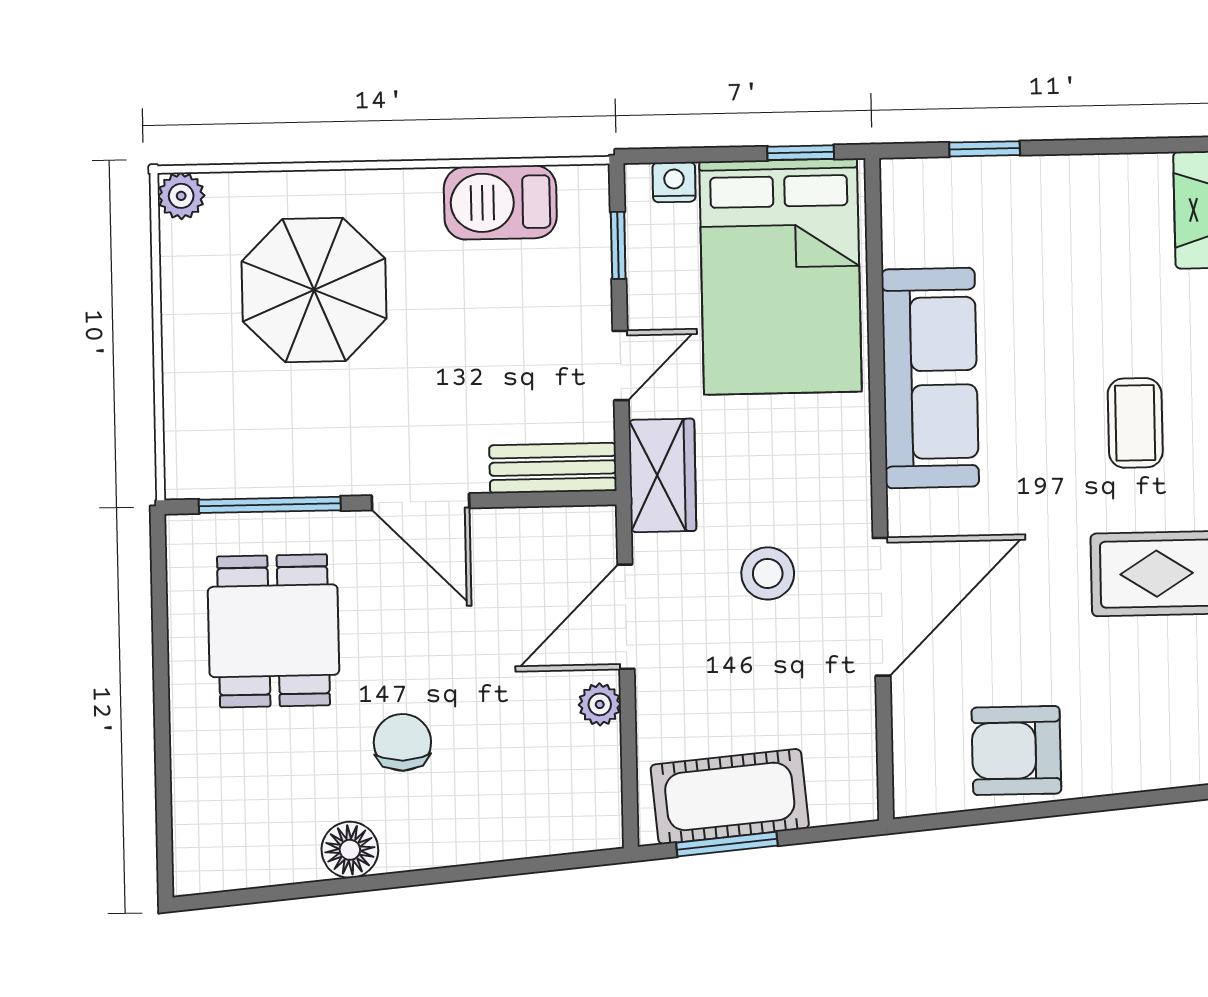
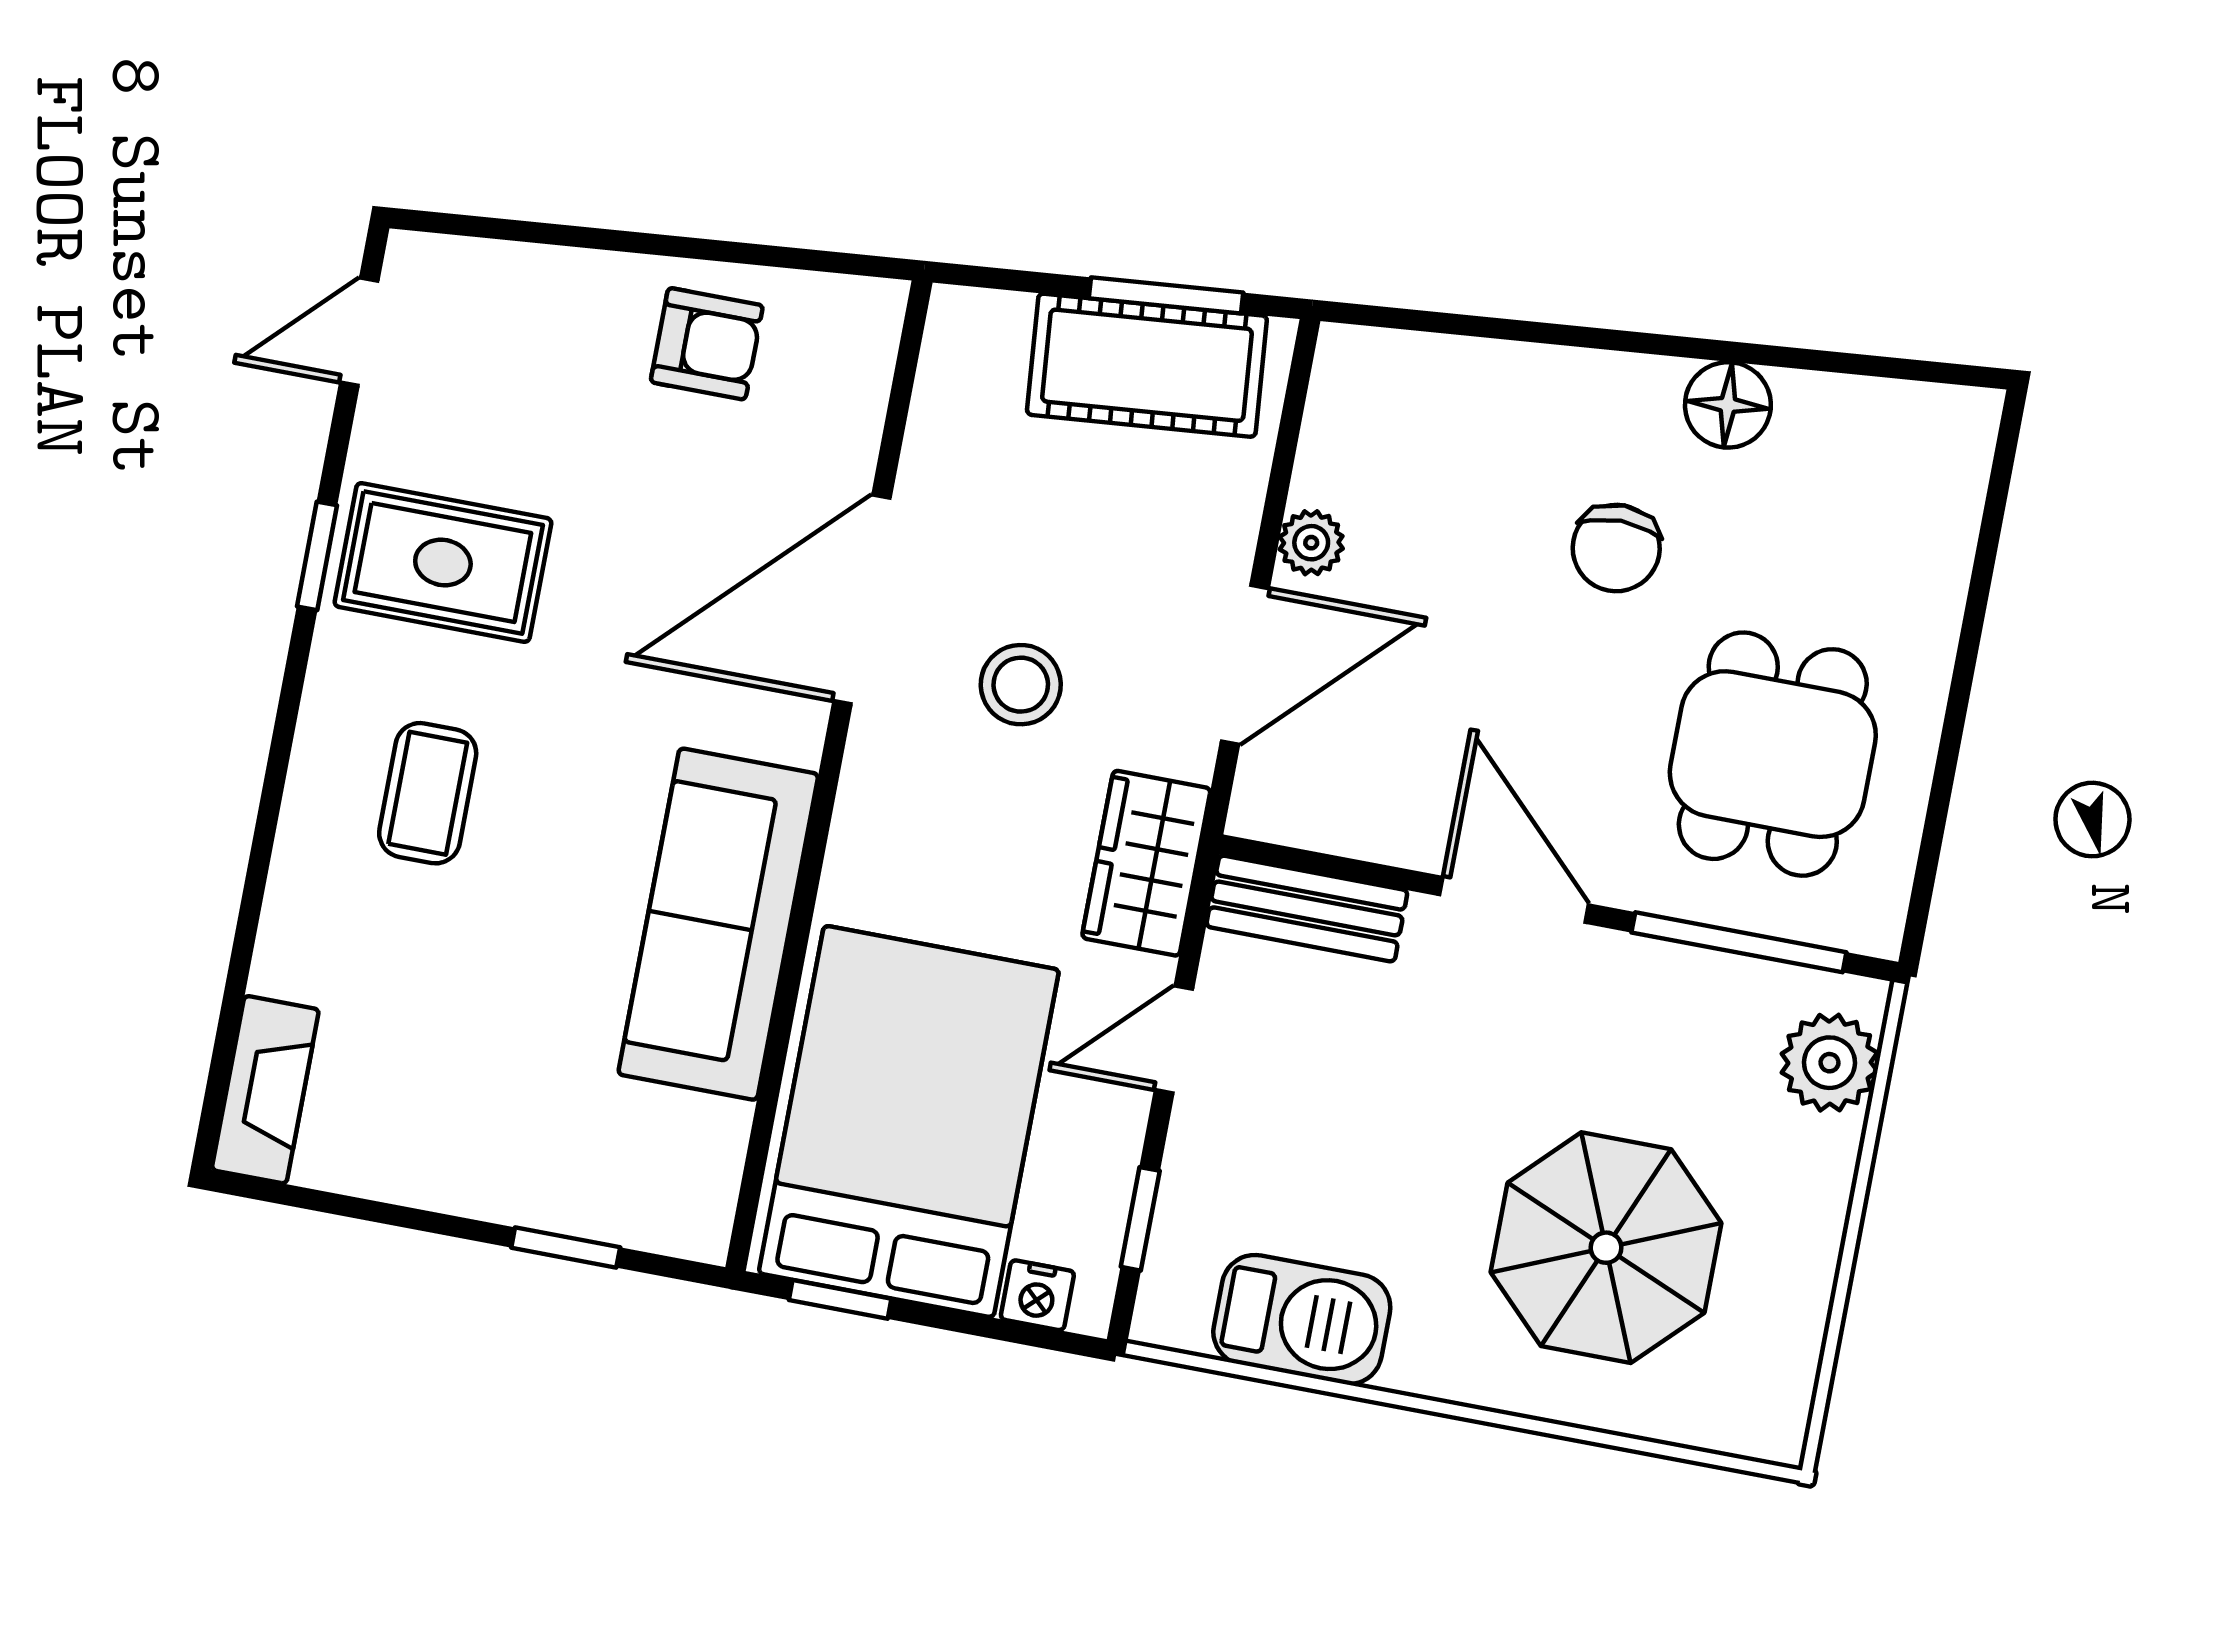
plant: (181, 196) -> (1830, 1063), moved, width x1.38, depth x1.38
armchair: (1016, 751) -> (707, 344), width x0.72, depth x0.72

